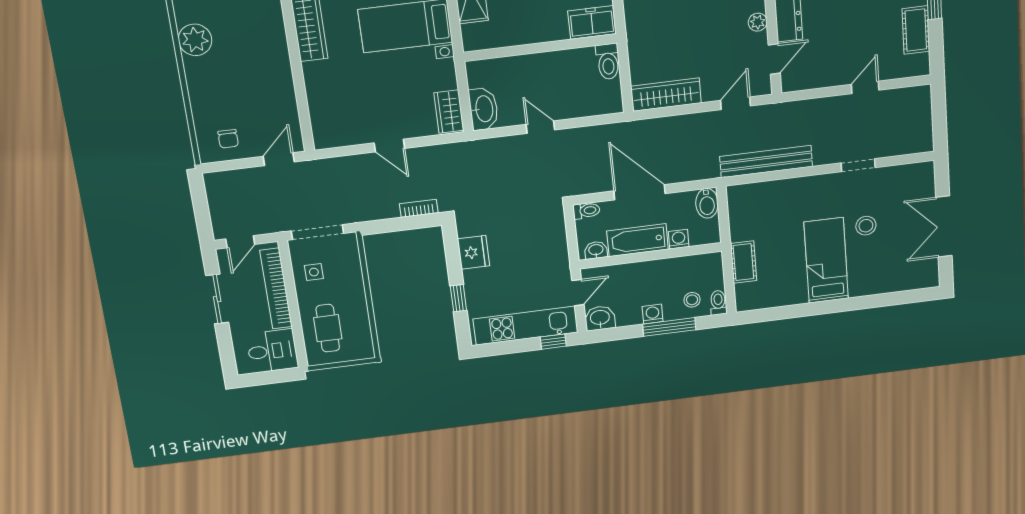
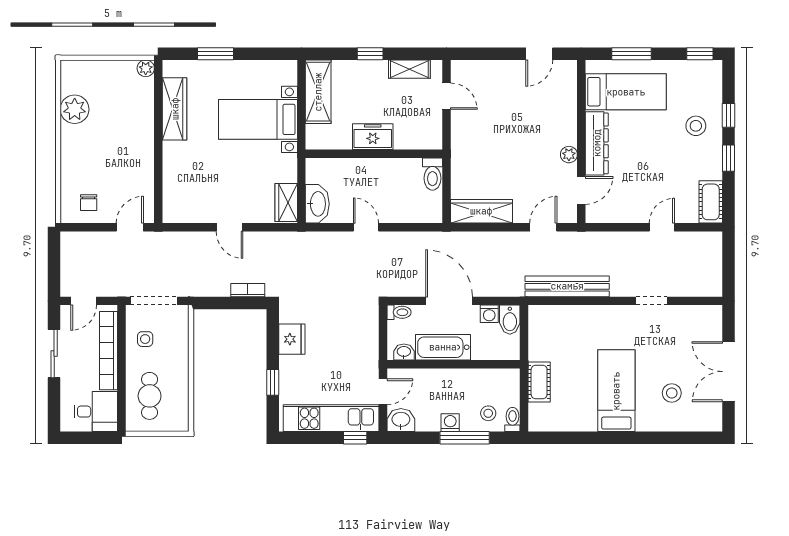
freezer: (592, 22) -> (373, 137), moved
cot: (916, 30) -> (711, 202), moved
stool: (866, 226) -> (672, 393), moved
washing machine: (679, 239) -> (489, 314), moved, turned 180

